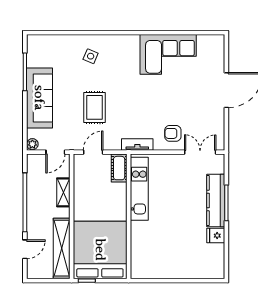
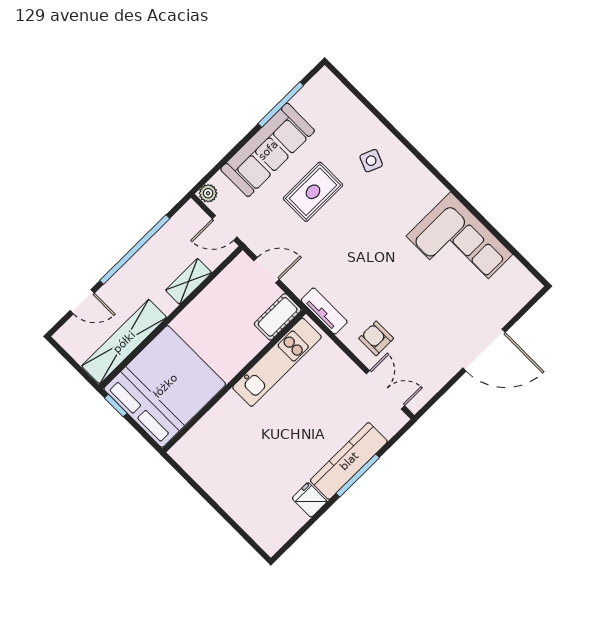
rug: (94, 107) -> (313, 192), moved

